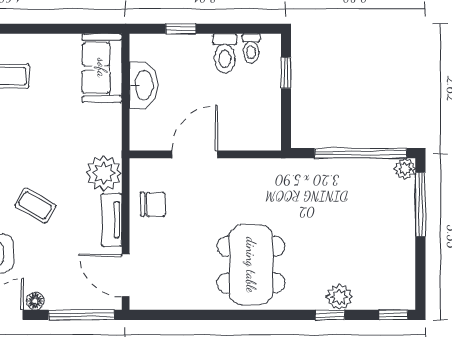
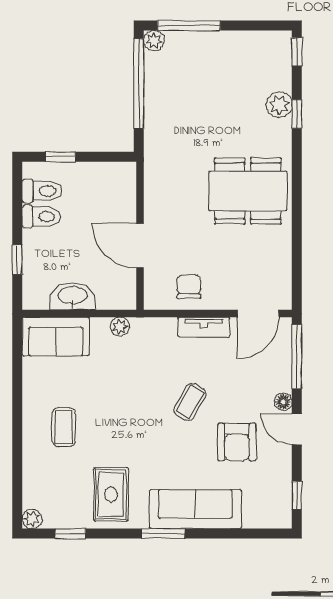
toilet: (251, 48) -> (42, 191), width x1.37, depth x1.39
plant: (104, 173) -> (120, 327), moved, width x0.53, depth x0.53

